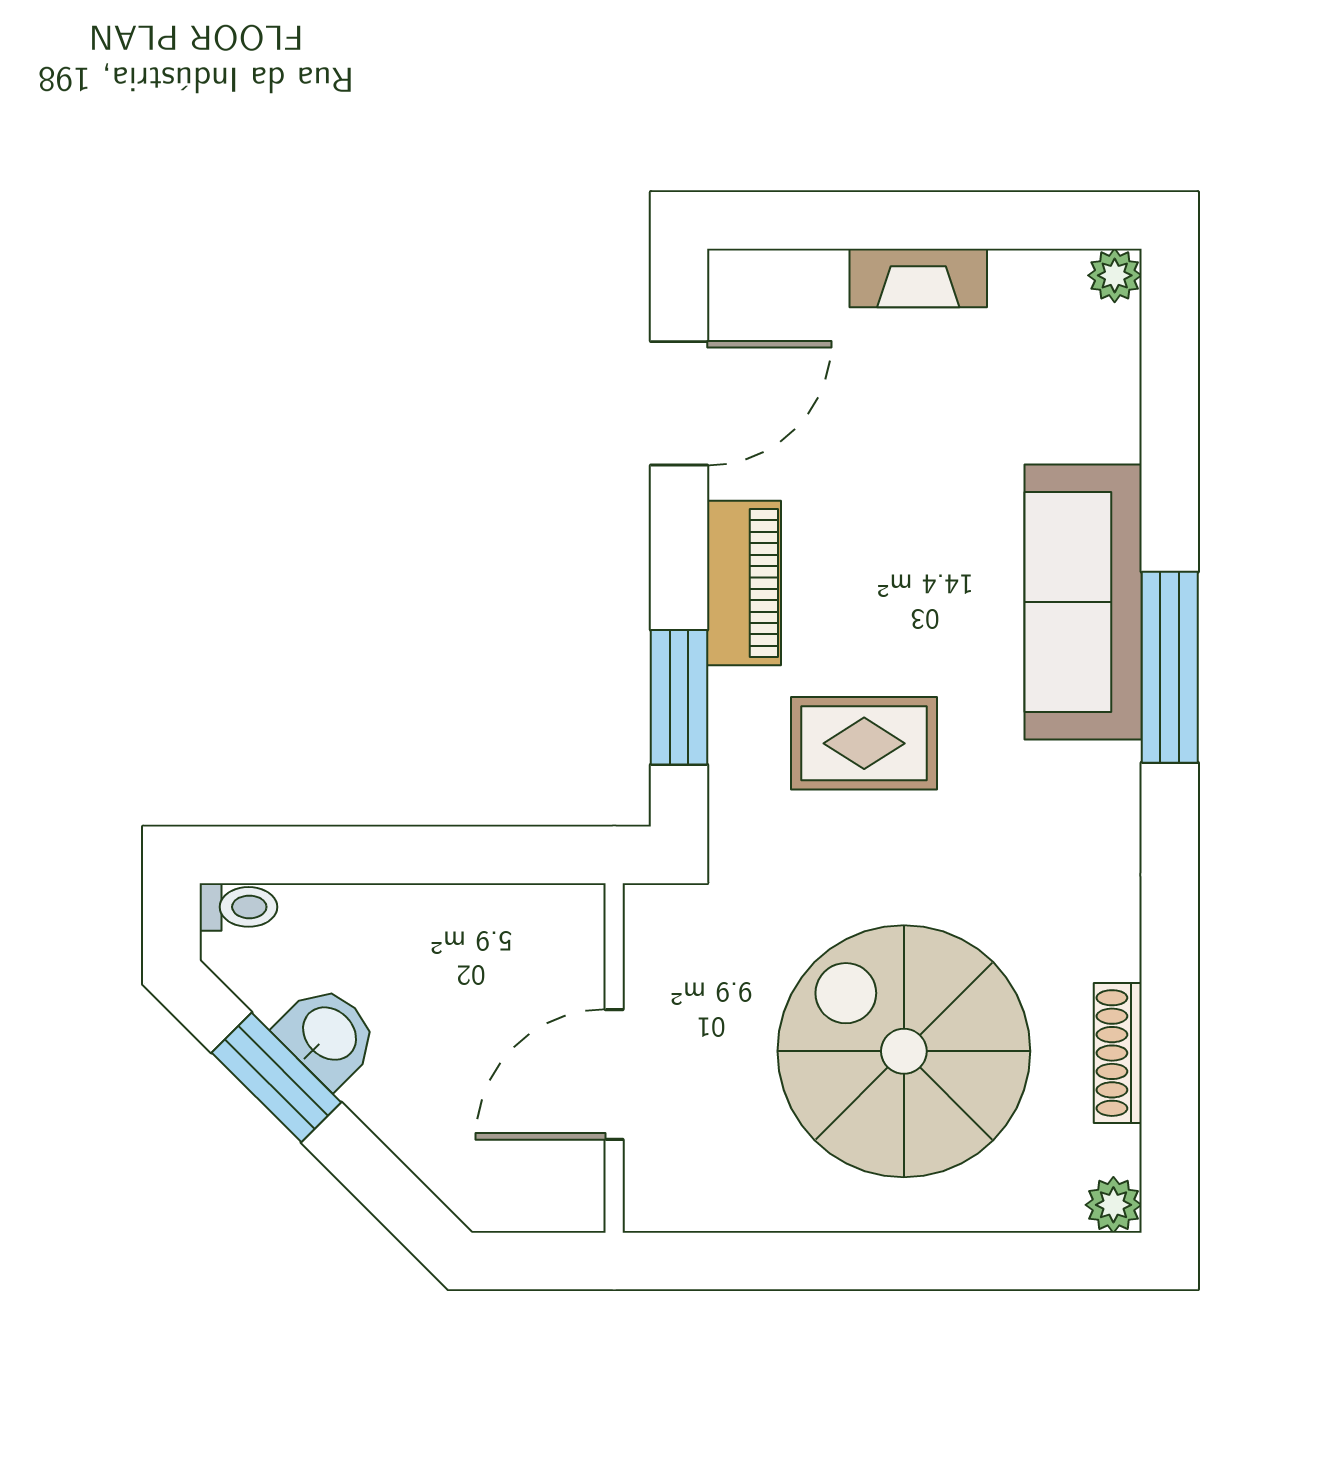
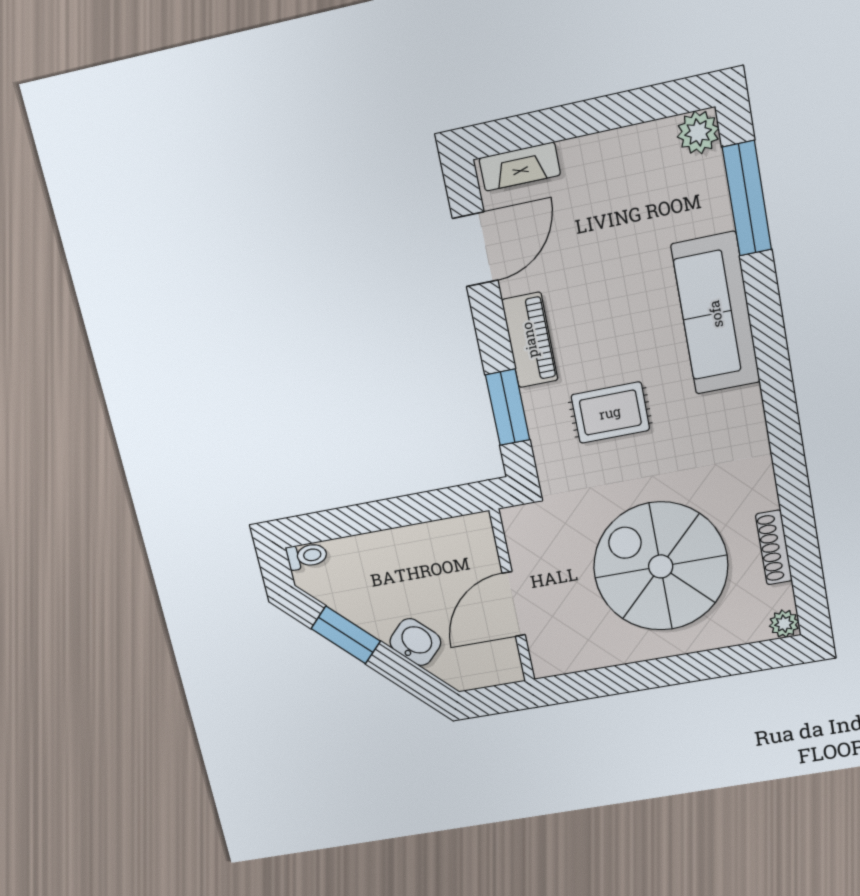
plant: (1115, 275) -> (698, 132), width x1.38, depth x1.38
fireplace: (918, 278) -> (520, 167), moved
window: (1170, 667) -> (747, 198), moved
washbasin: (328, 1035) -> (415, 642), moved

